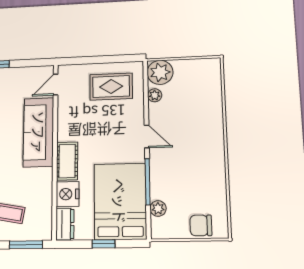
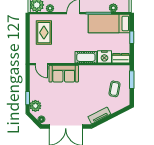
sofa: (39, 132) -> (64, 74), width x0.73
bed: (120, 201) -> (109, 23), width x0.67

